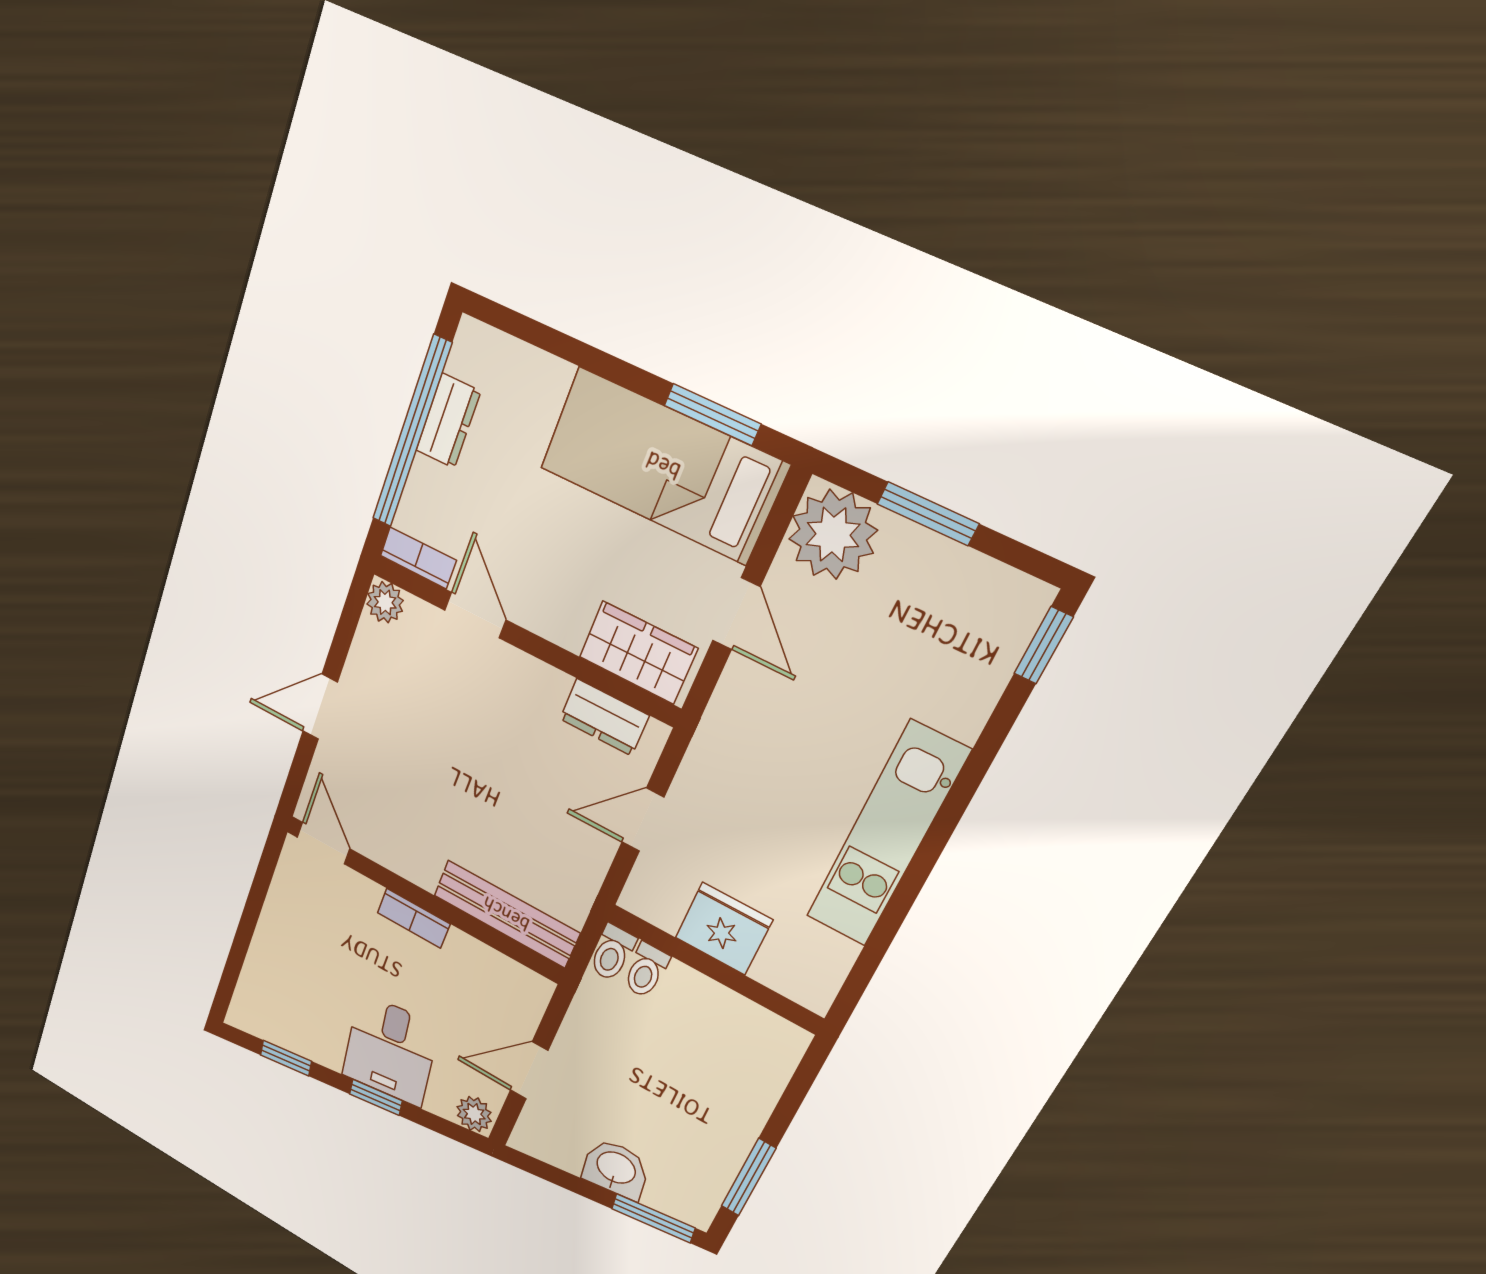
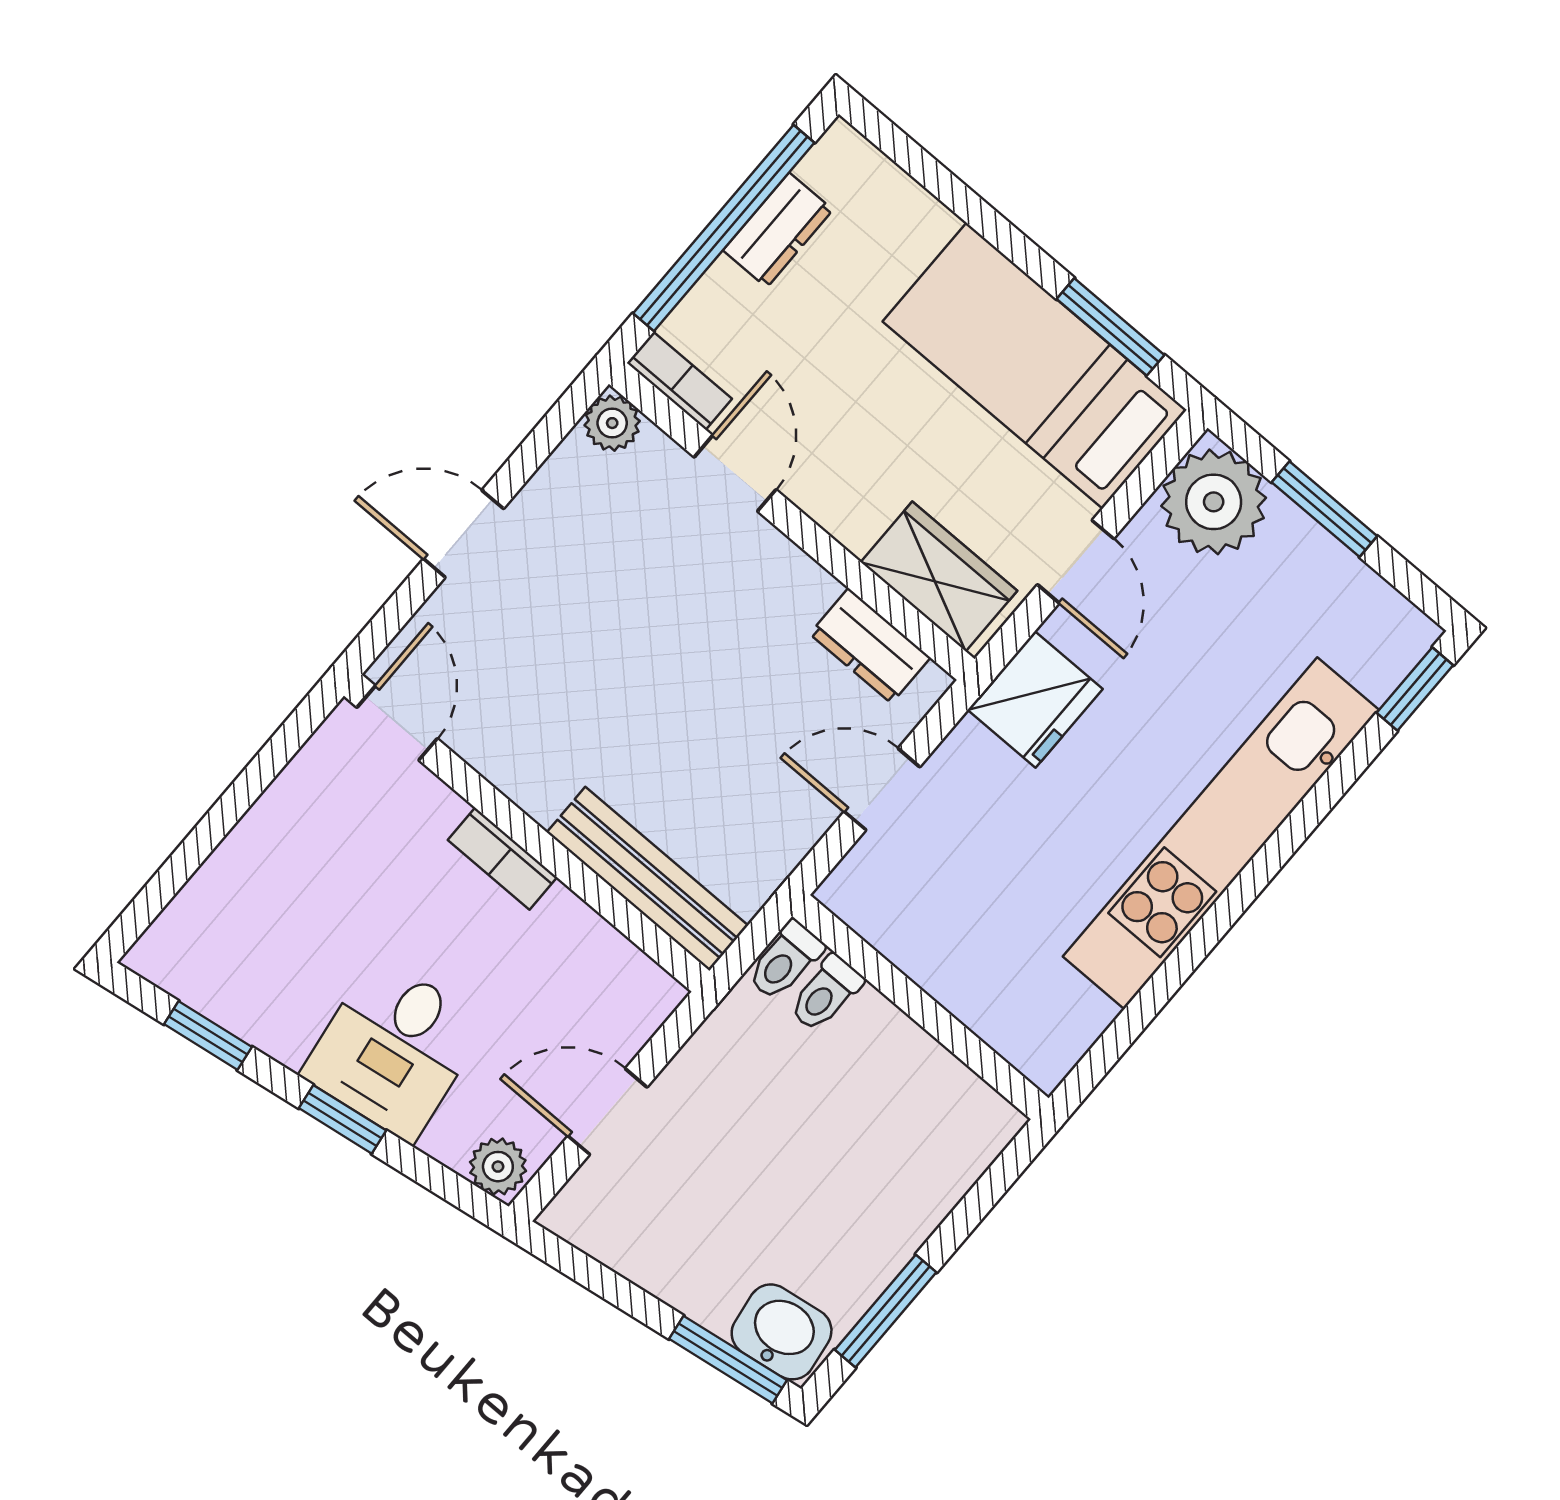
kitchen unit: (887, 835) -> (1221, 833), width x1.36
fridge: (724, 929) -> (1035, 699), moved, turned 90
washbasin: (616, 1169) -> (782, 1332), moved

